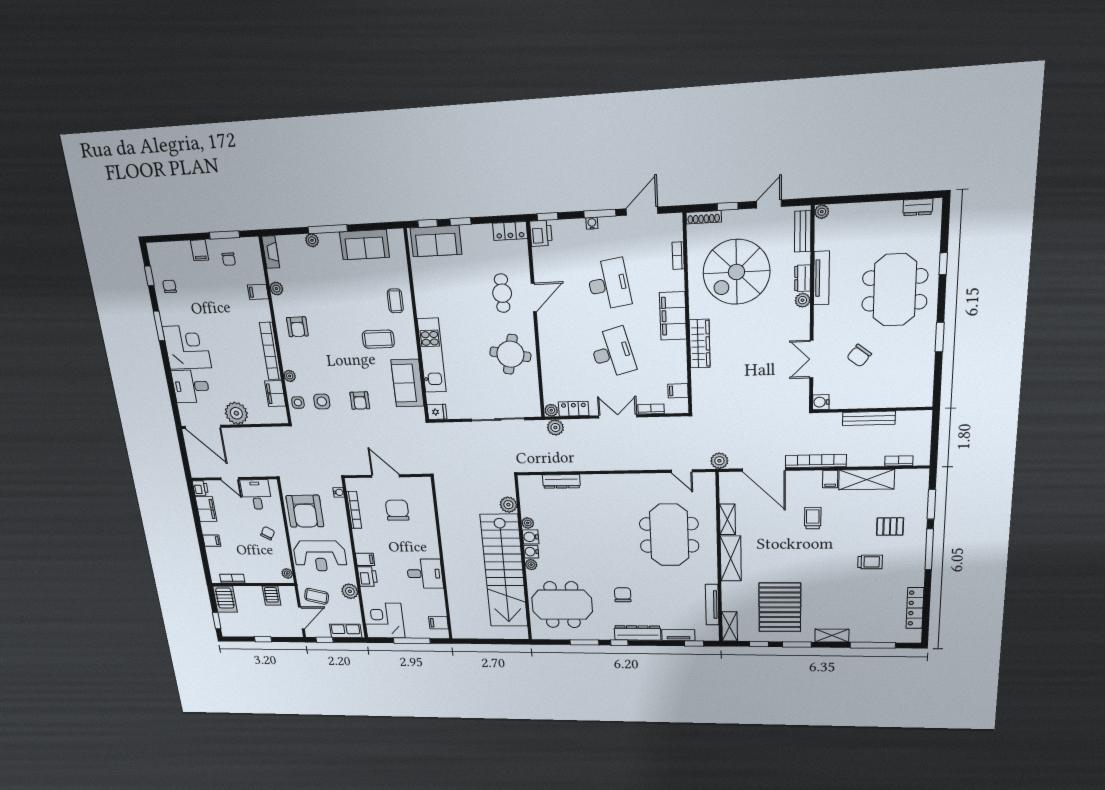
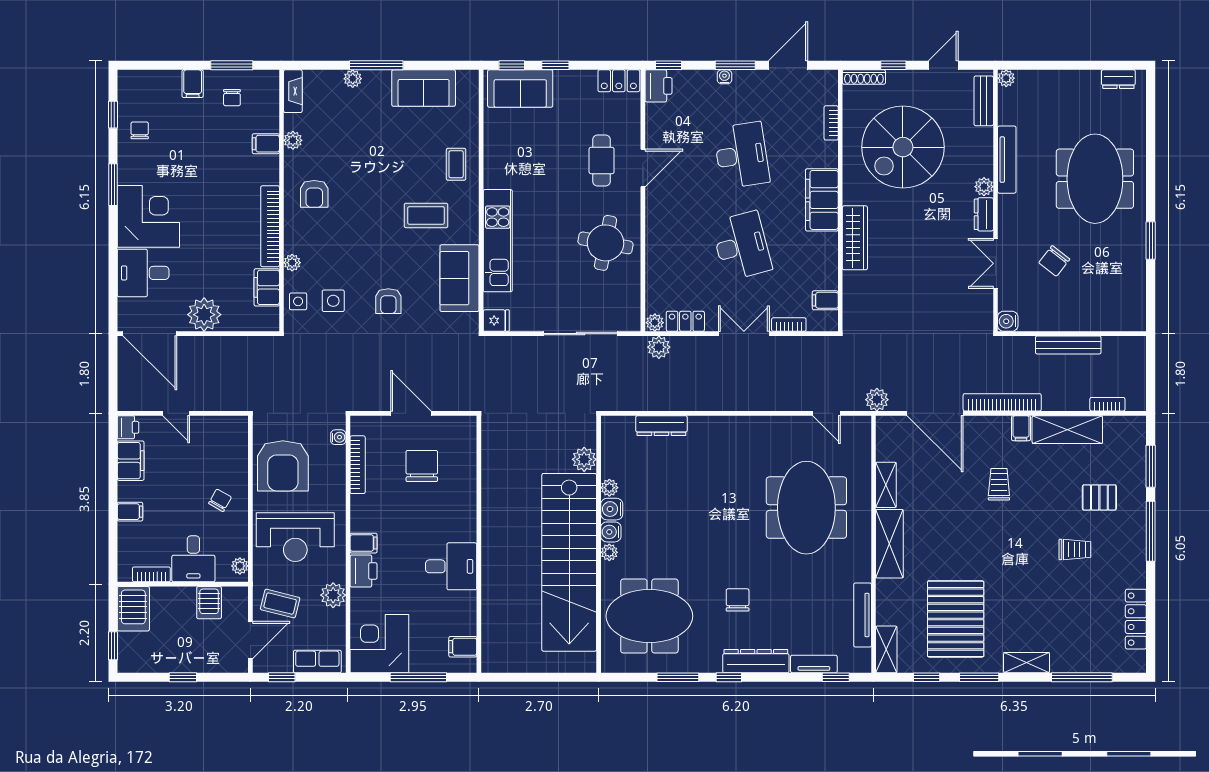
window: (943, 264) -> (1151, 149), removed
dresser: (803, 278) -> (984, 214), moved
desk: (256, 494) -> (193, 559), moved, turned 180

